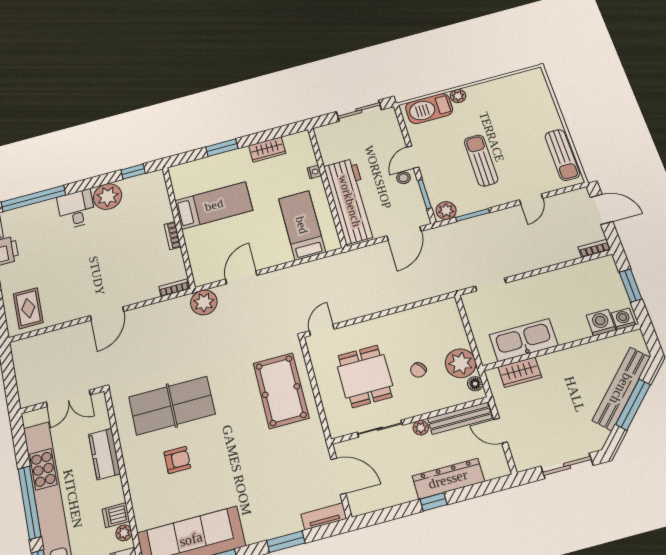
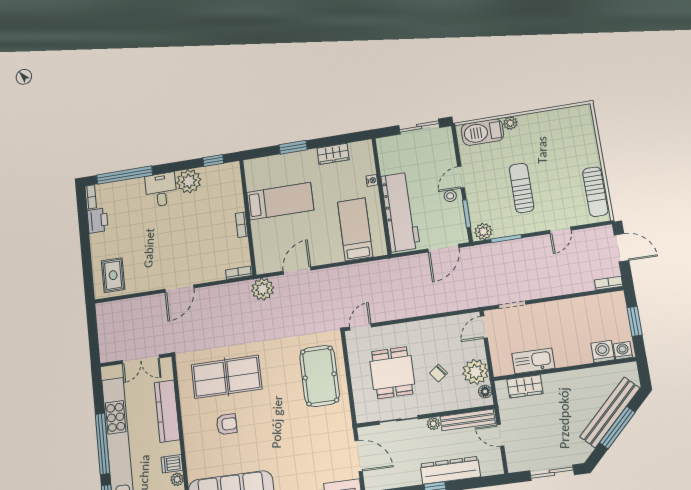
door: (463, 313) -> (484, 327), added
kitchen sink: (524, 340) -> (533, 361), width x0.73, depth x0.81
kitchen counter: (105, 454) -> (167, 411), width x1.50

